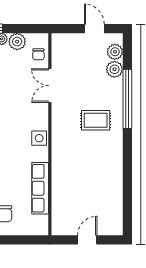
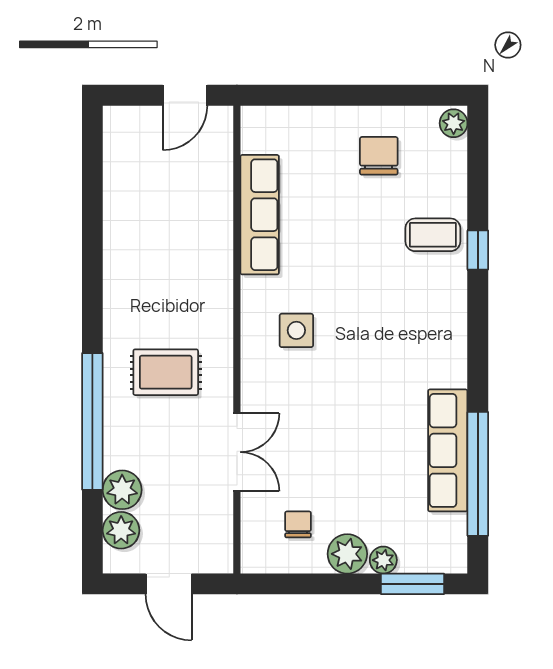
double door: (50, 86) -> (237, 452), moved
wall: (50, 134) -> (237, 340), moved
row of seats: (40, 188) -> (260, 215), moved

